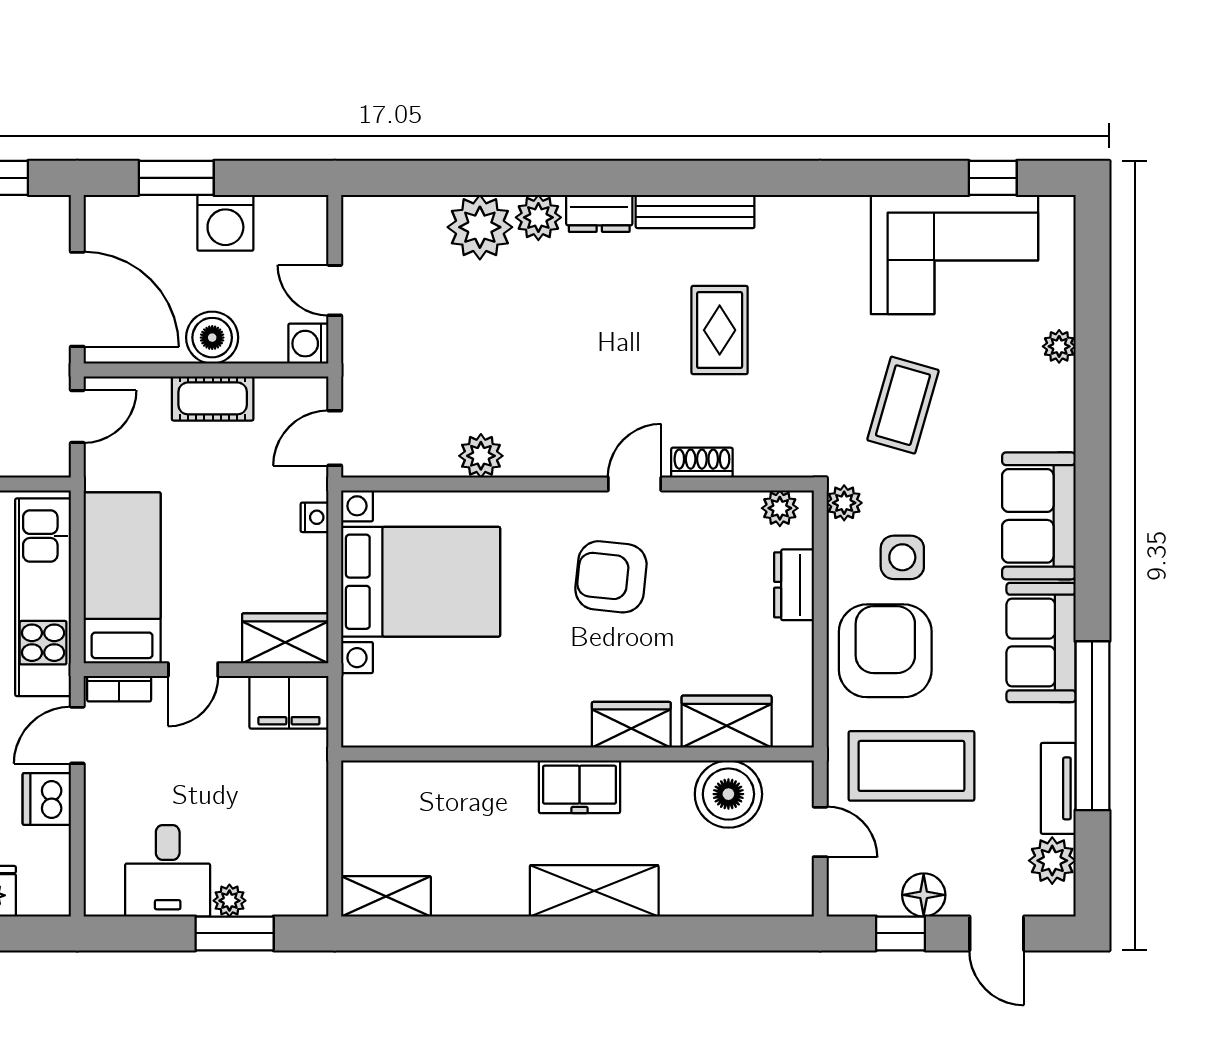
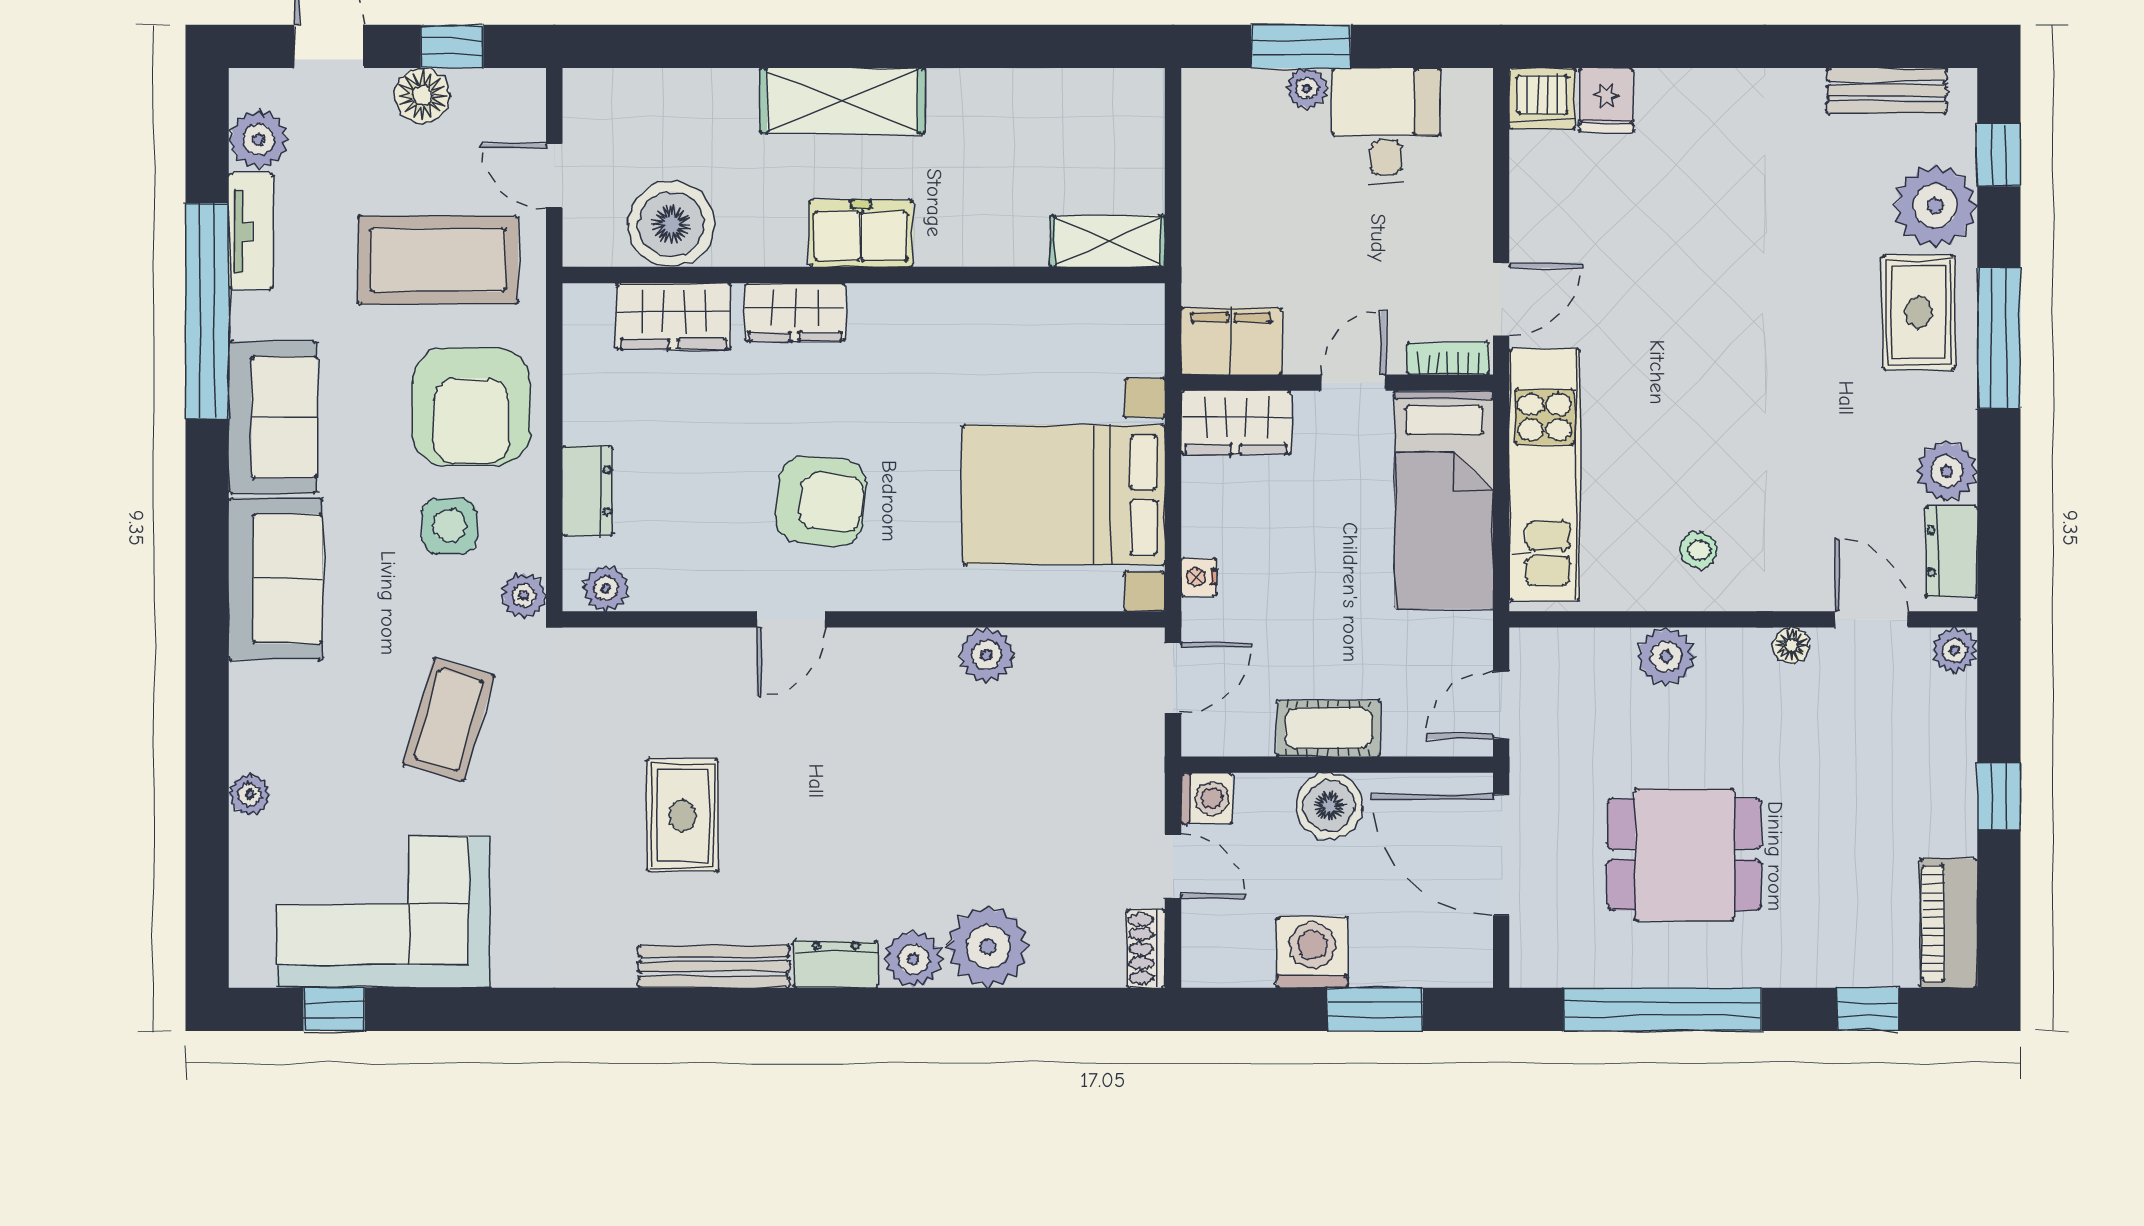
shoe rack: (702, 463) -> (1146, 949), moved, turned 90
dishwasher: (47, 799) -> (1542, 99), moved, turned 90
shelving: (386, 896) -> (1108, 241), moved

